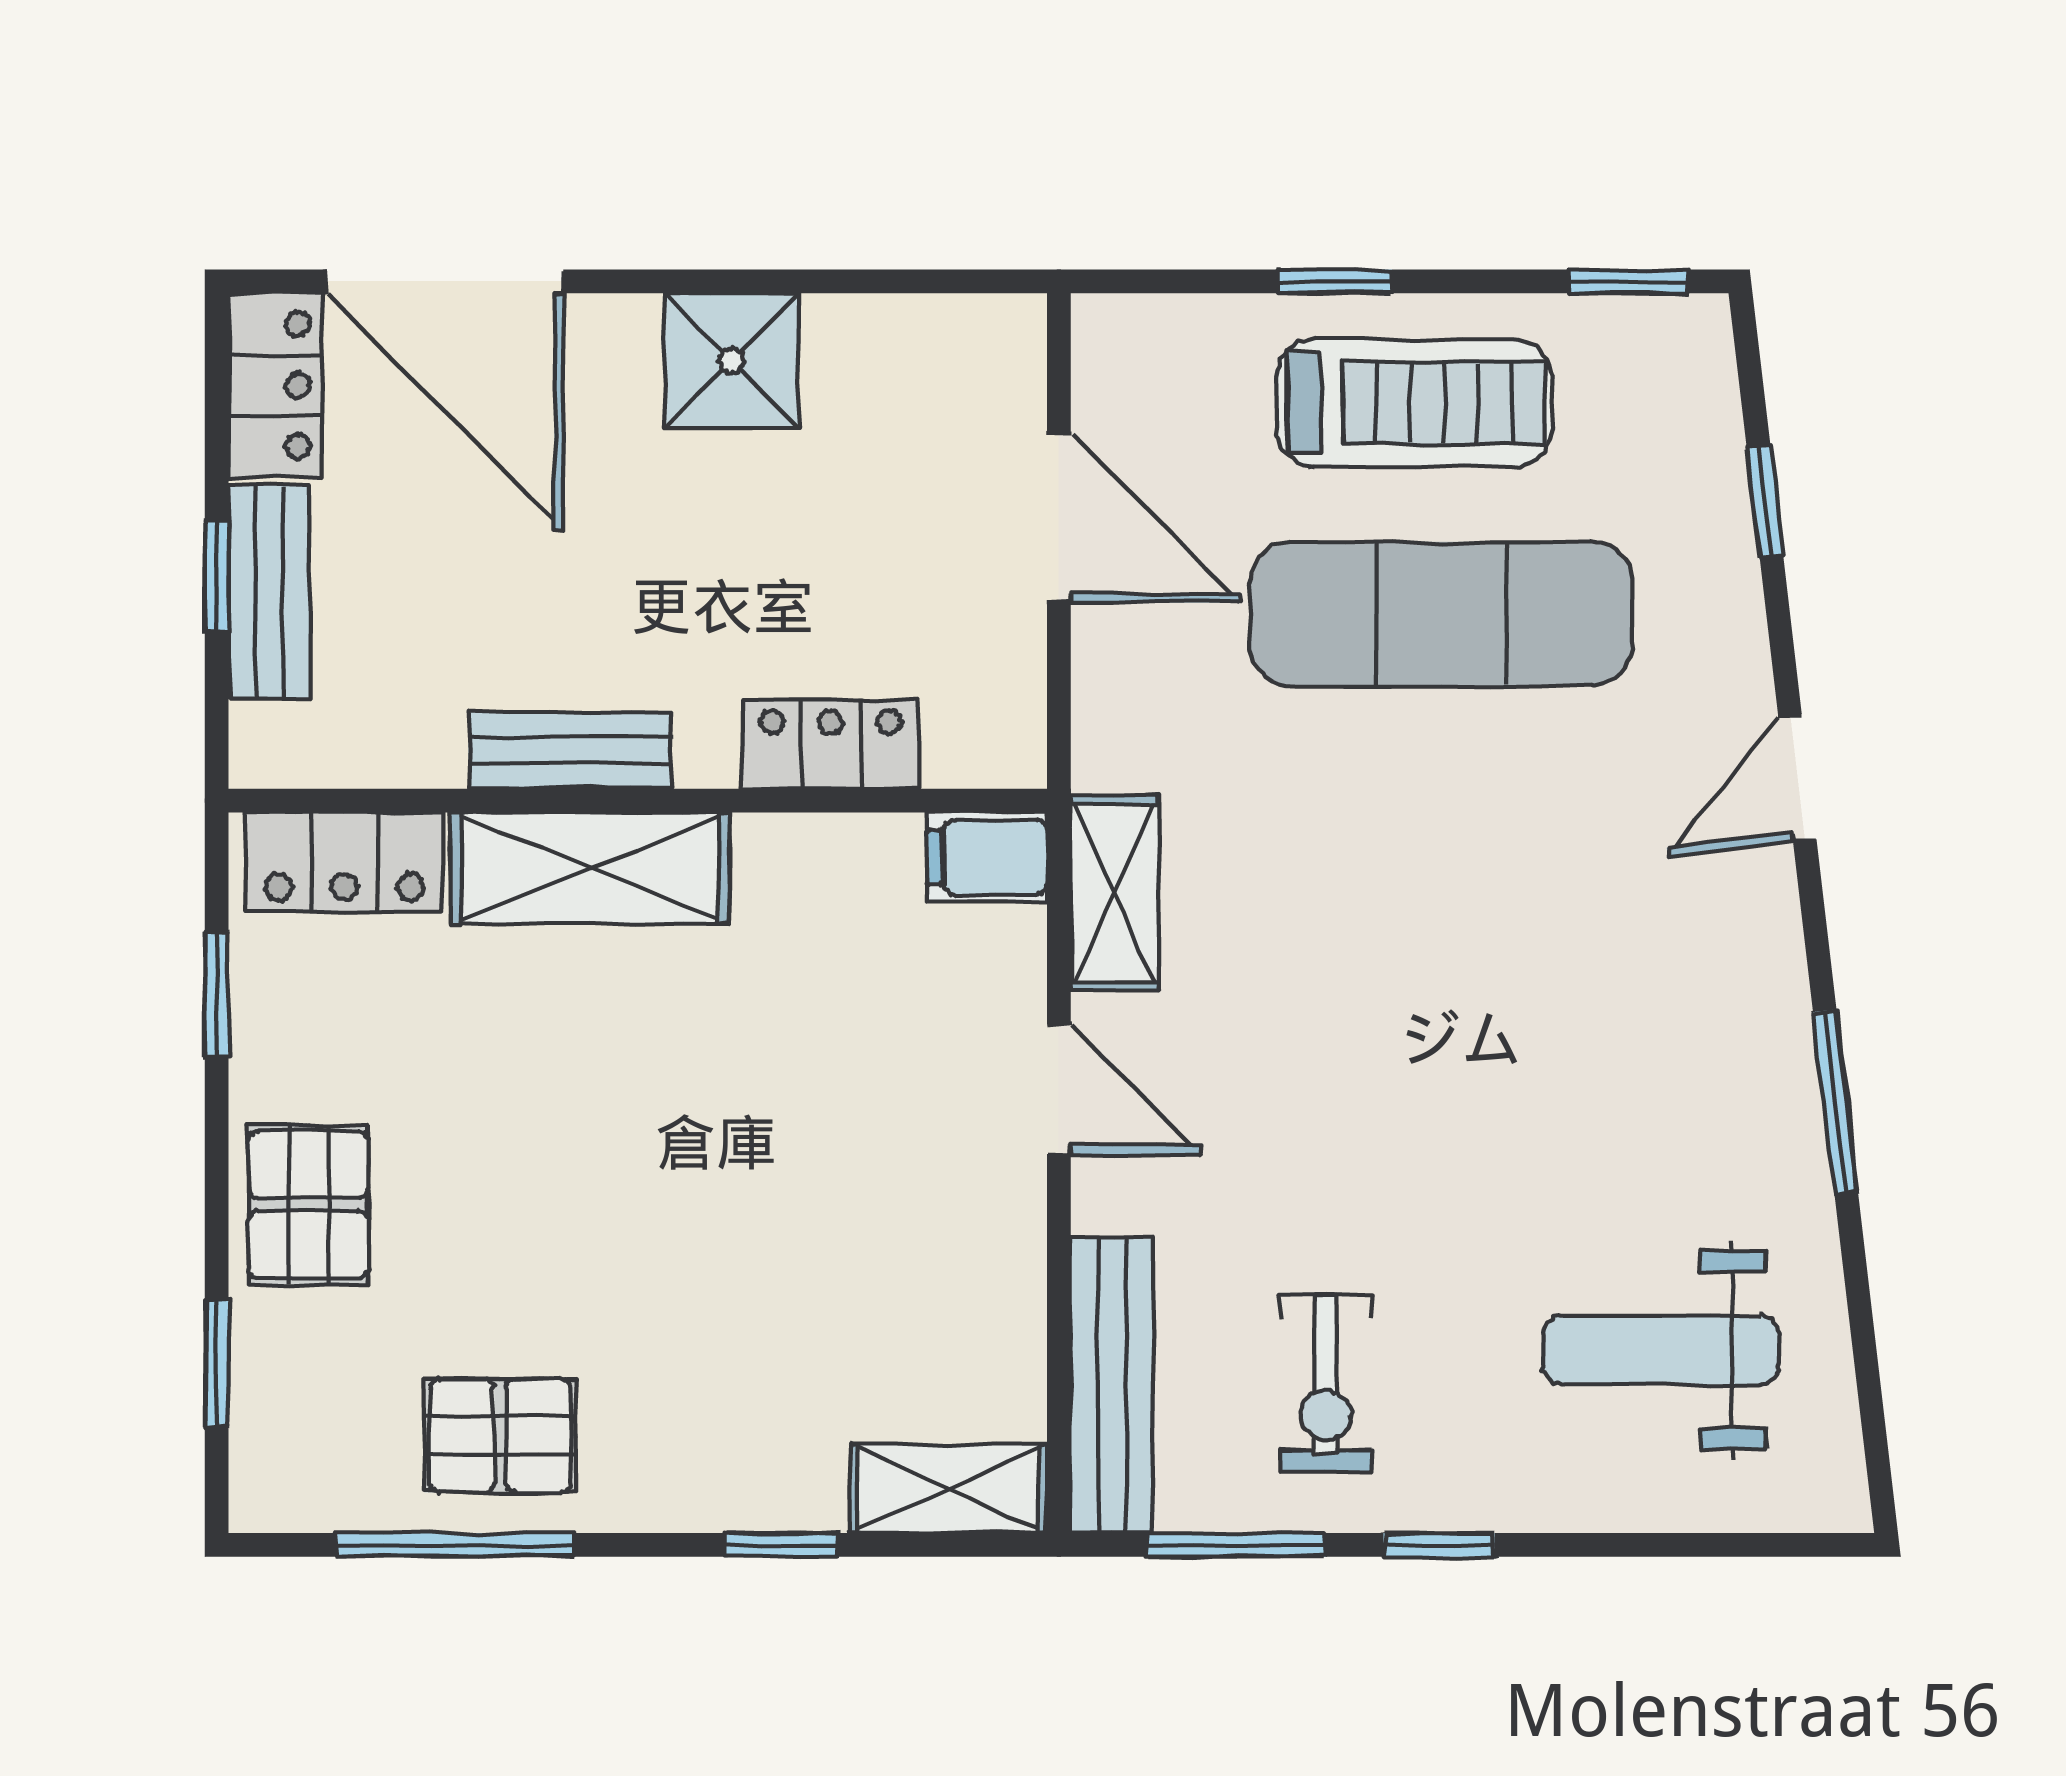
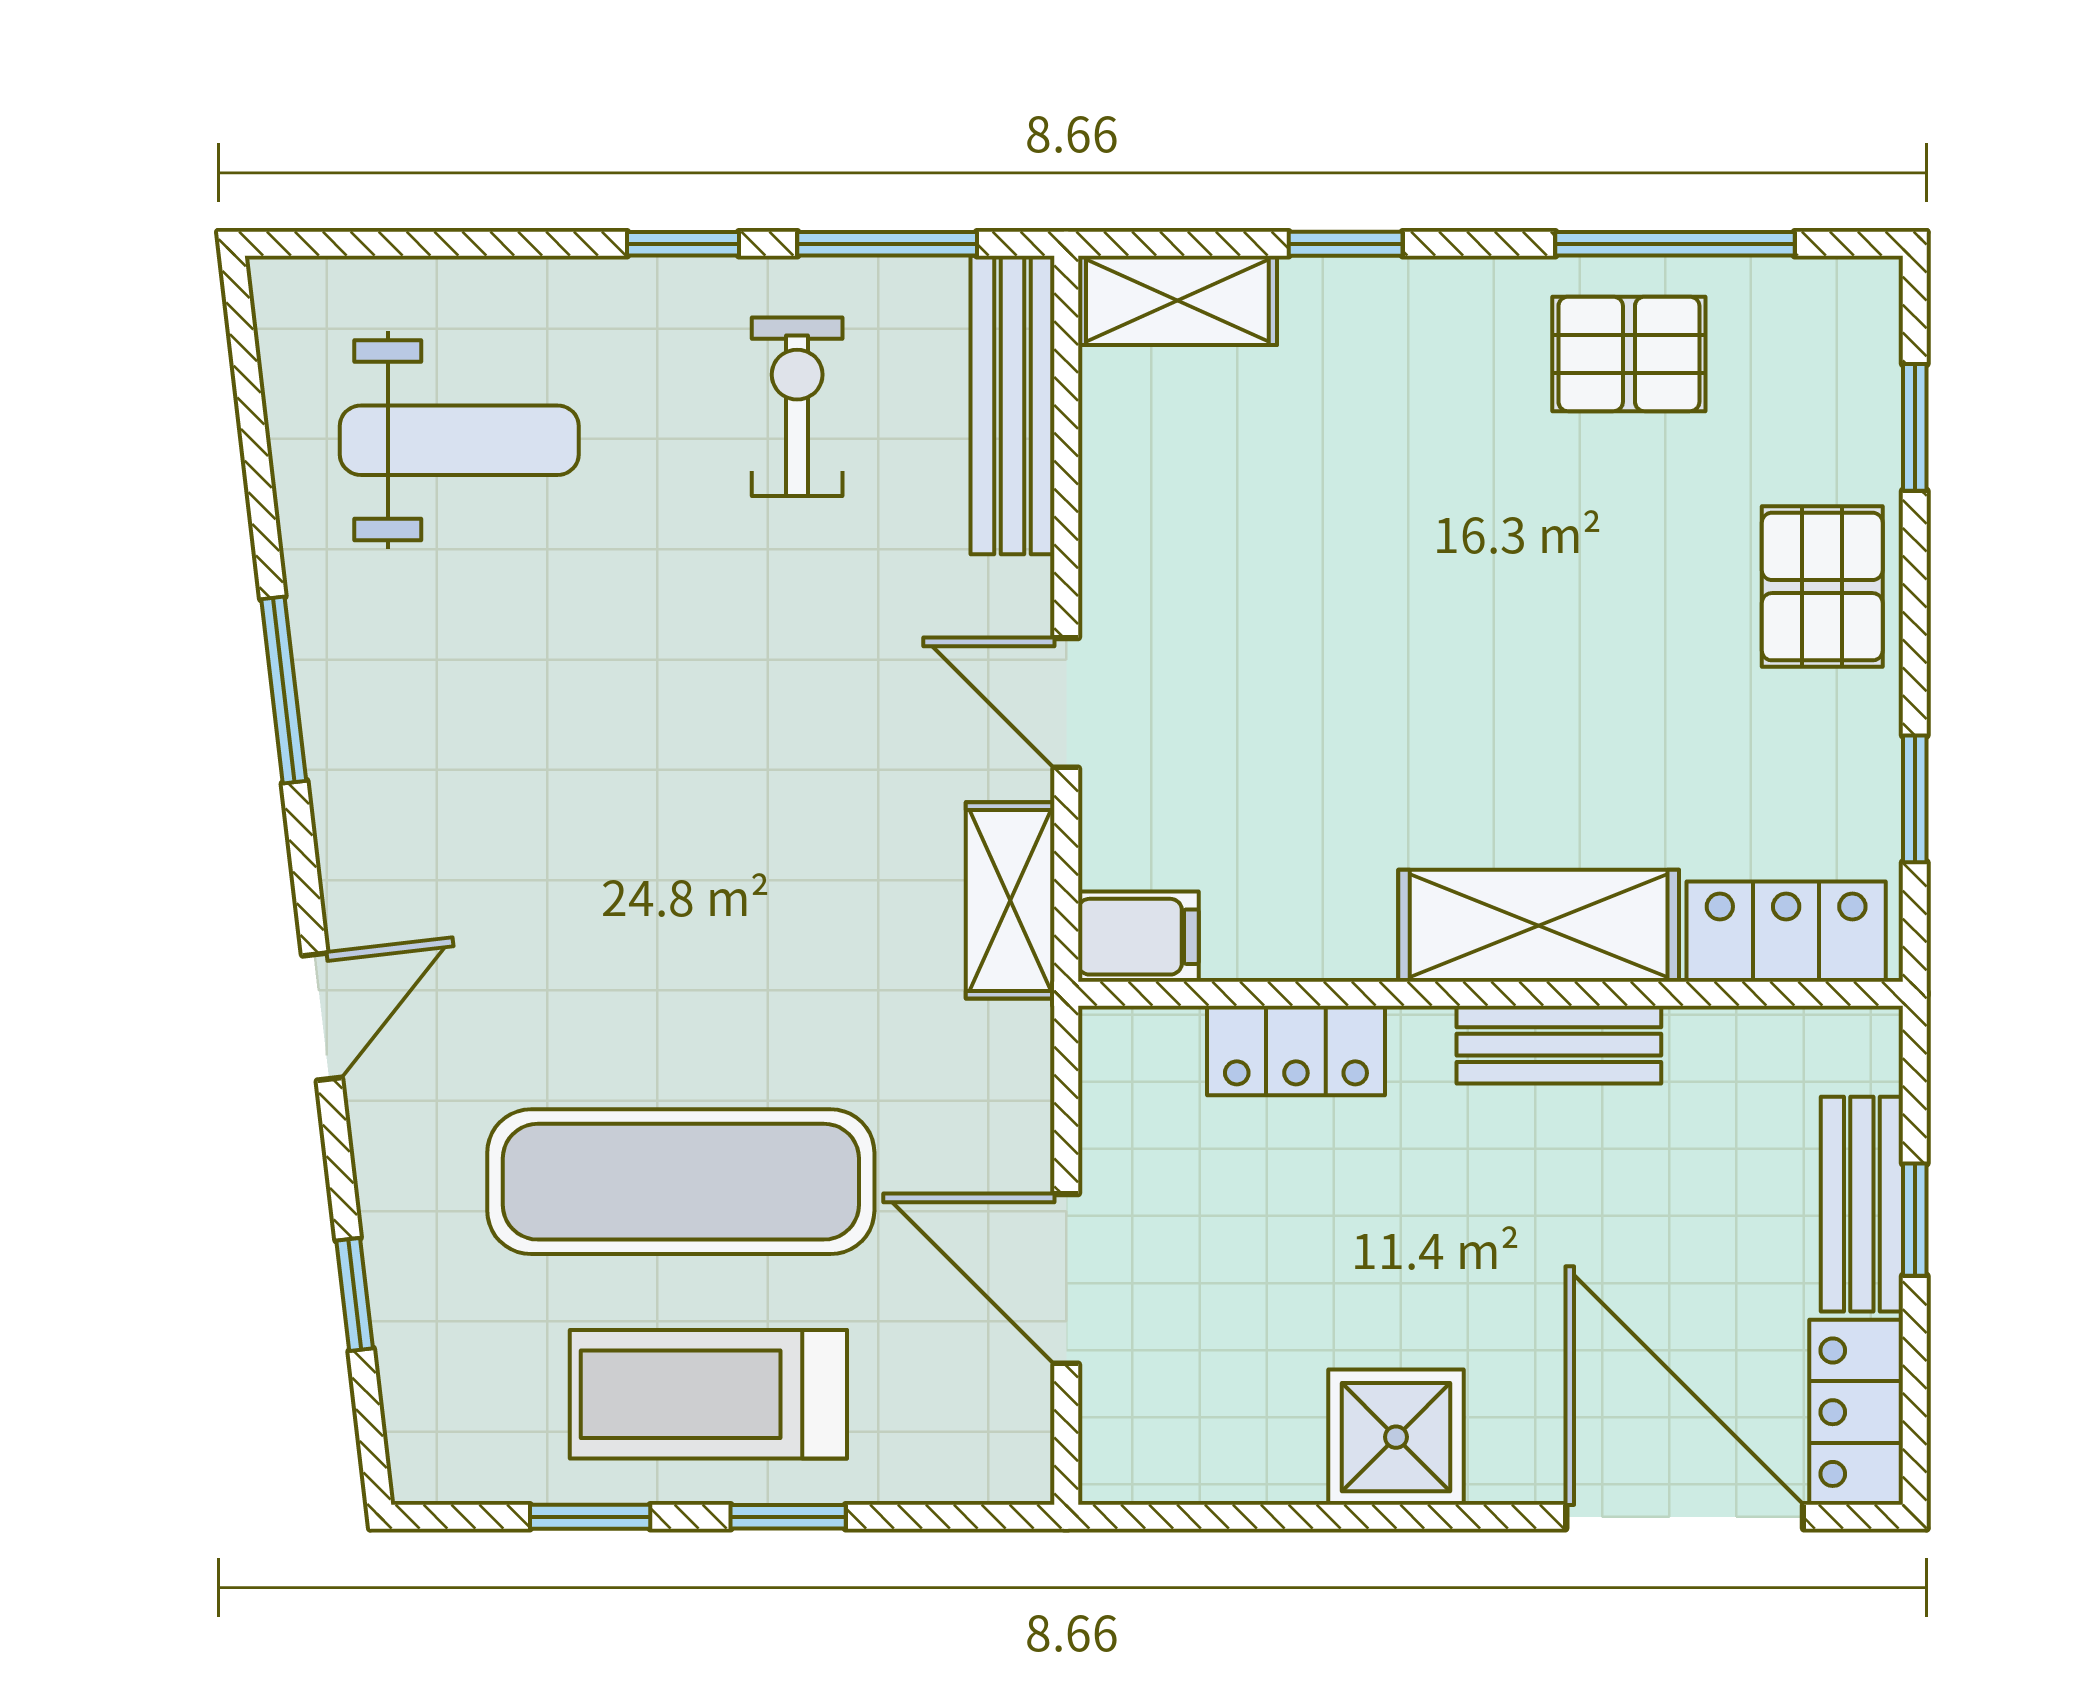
window: (1629, 281) -> (590, 1517), moved

